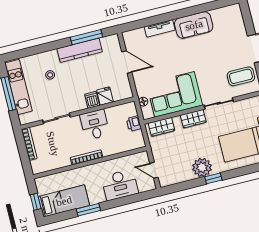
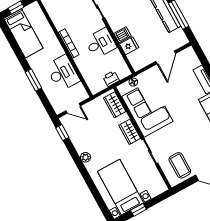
plant: (202, 167) -> (86, 157), width x0.53, depth x0.53
door: (154, 170) -> (73, 108), swing flipped
window: (213, 178) -> (62, 133), moved
desk: (120, 185) -> (63, 73), moved, turned 180
window: (88, 210) -> (33, 80), moved

